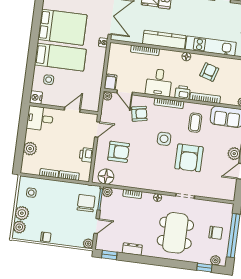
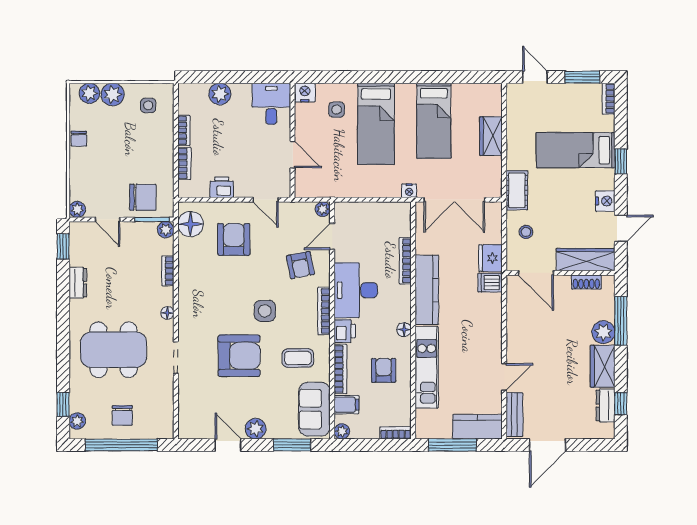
bed: (62, 27) -> (434, 121), width x0.67
armchair: (209, 72) -> (384, 370), turned -107
filing cabinet: (110, 82) -> (346, 405), moved
desk: (159, 82) -> (356, 290), width x1.37
armchair: (119, 152) -> (234, 239), turned 180
armchair: (189, 158) -> (239, 356), turned 180

